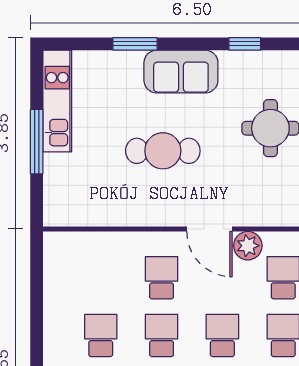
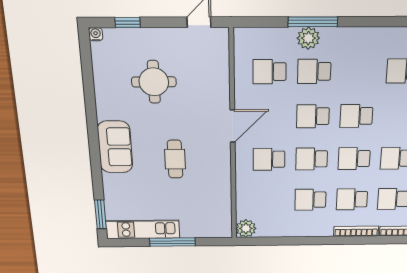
window: (135, 44) -> (100, 214), moved
window: (245, 44) -> (90, 101), removed
cafe table: (163, 151) -> (175, 159), width x0.73, depth x0.74
plant: (248, 246) -> (246, 228), moved

